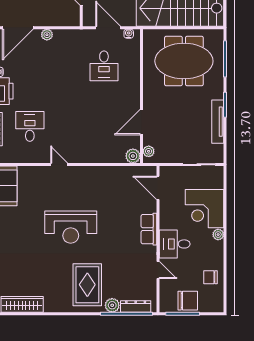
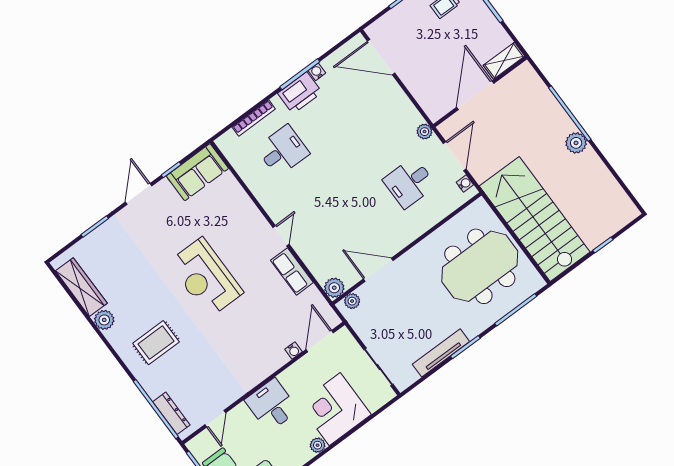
plant: (47, 35) -> (425, 132), moved
meeting table: (184, 61) -> (480, 266), turned 90
door: (59, 165) -> (281, 236), moved
water cooler: (152, 207) -> (293, 350), added
row of seats: (149, 229) -> (292, 271), moved, turned -90
door: (158, 270) -> (215, 419), moved
rug: (87, 285) -> (156, 343), width x0.73, depth x0.70
plant: (112, 305) -> (104, 320), moved

